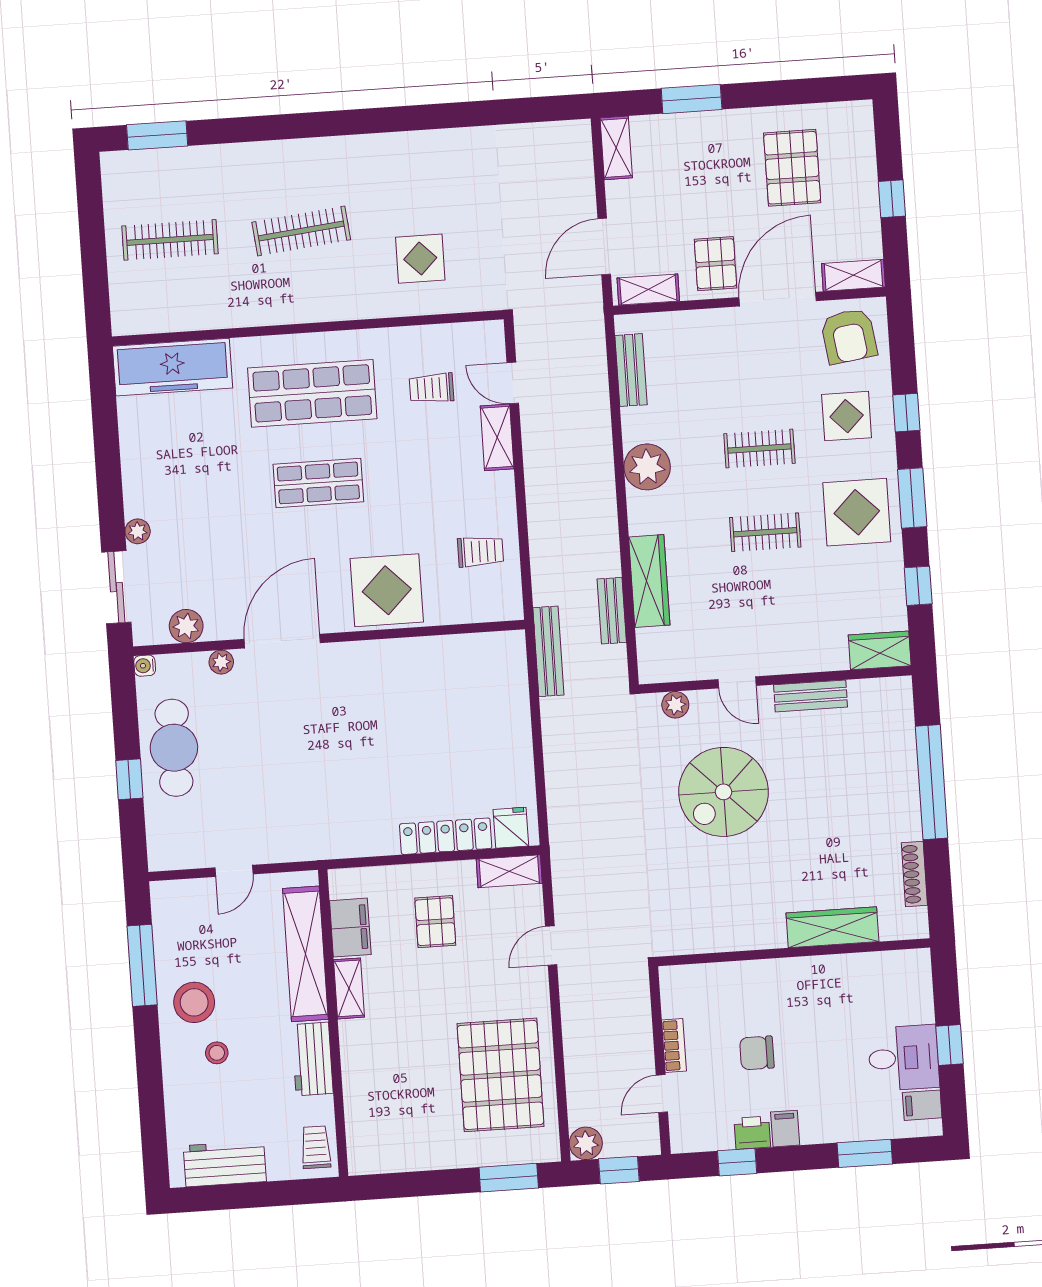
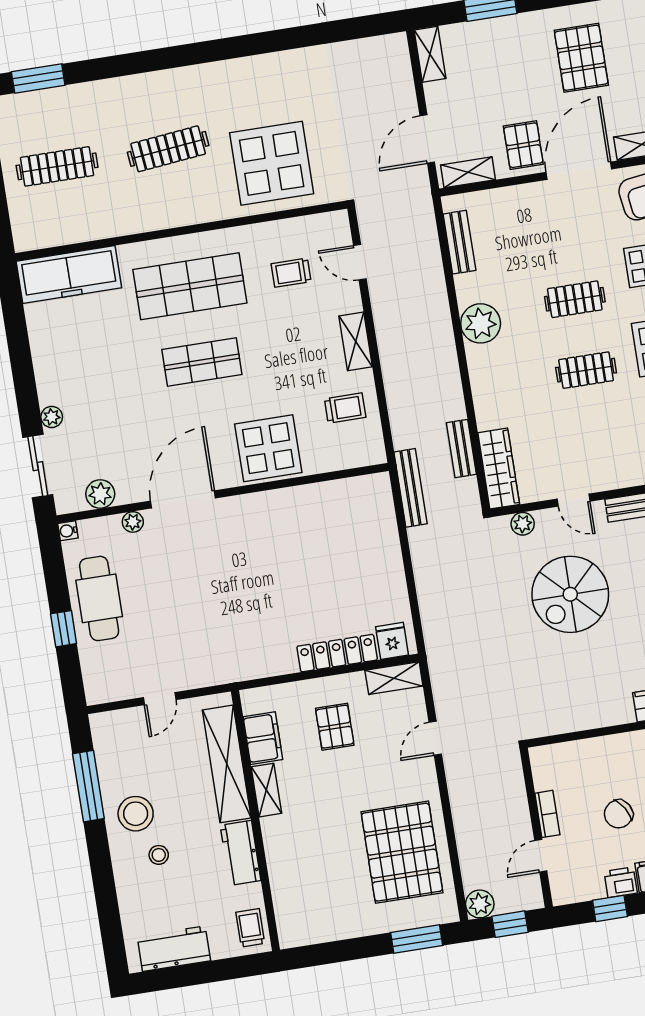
display table: (420, 259) -> (272, 163), width x1.86, depth x1.86
shelving: (497, 437) -> (356, 341), moved
wardrobe: (649, 581) -> (499, 469), moved
chair: (757, 1053) -> (619, 814), turned -32

